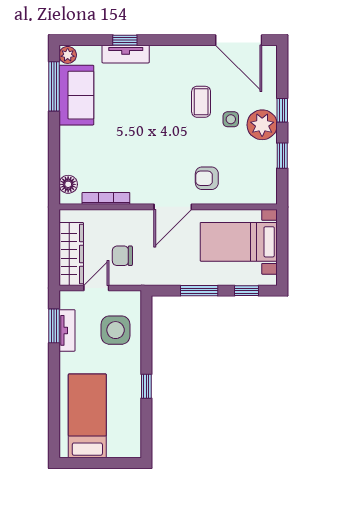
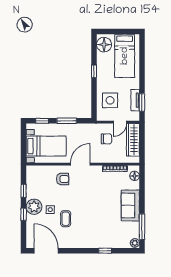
tv unit: (126, 54) -> (105, 243), removed
sofa: (76, 95) -> (130, 205), moved
floor lamp: (127, 438) -> (104, 45), added

